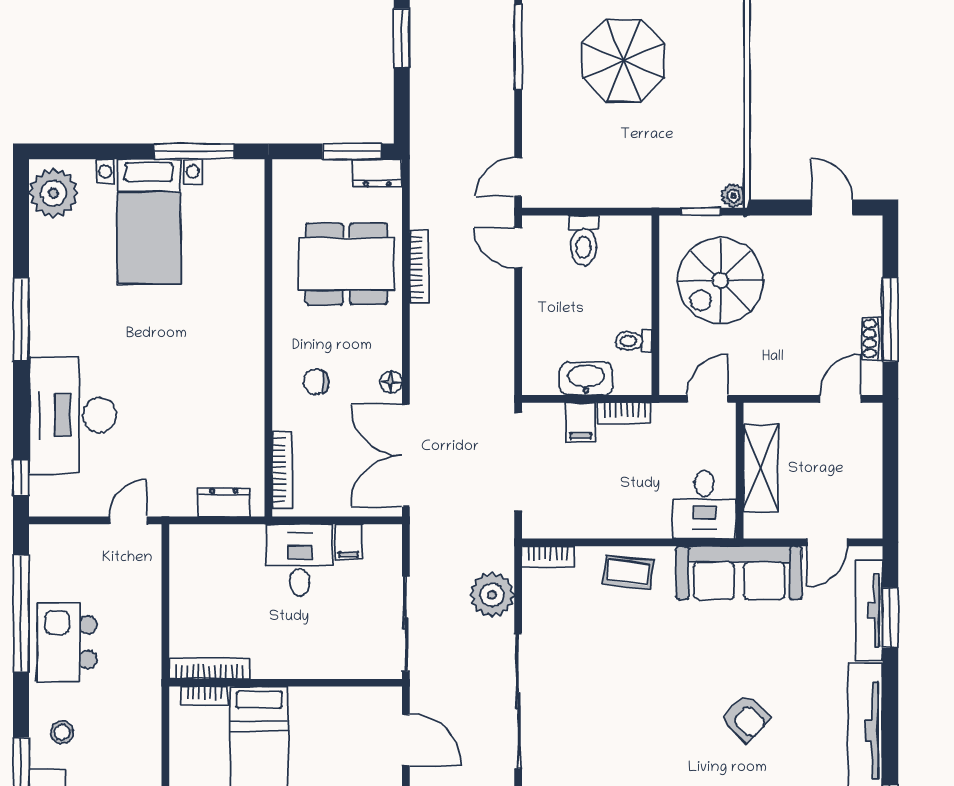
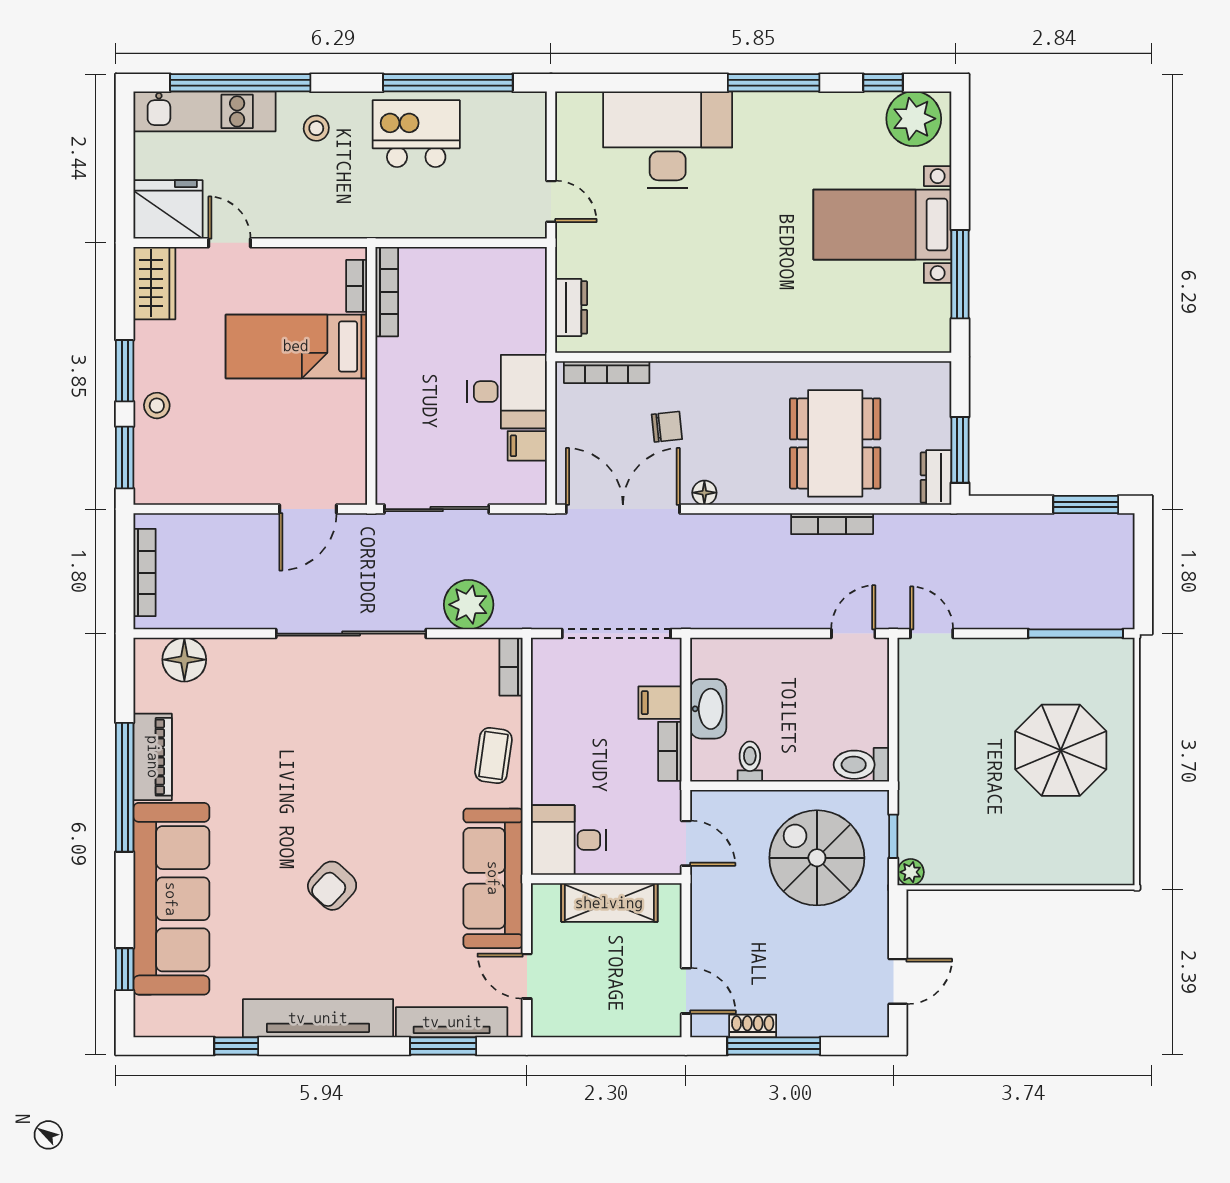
toilet: (584, 240) -> (861, 765), moved
chair: (316, 381) -> (667, 427), moved, turned 84
window: (21, 477) -> (883, 83), moved

